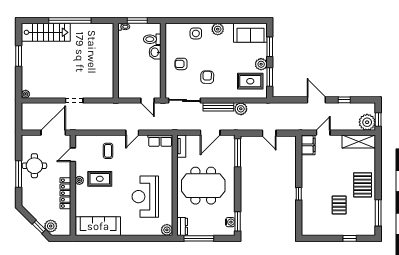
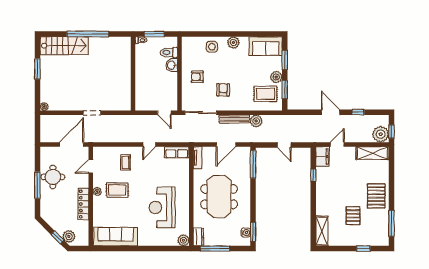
meeting table: (203, 186) -> (219, 197), turned 90
window: (299, 194) -> (313, 175), moved
shelving: (308, 220) -> (322, 231), added

